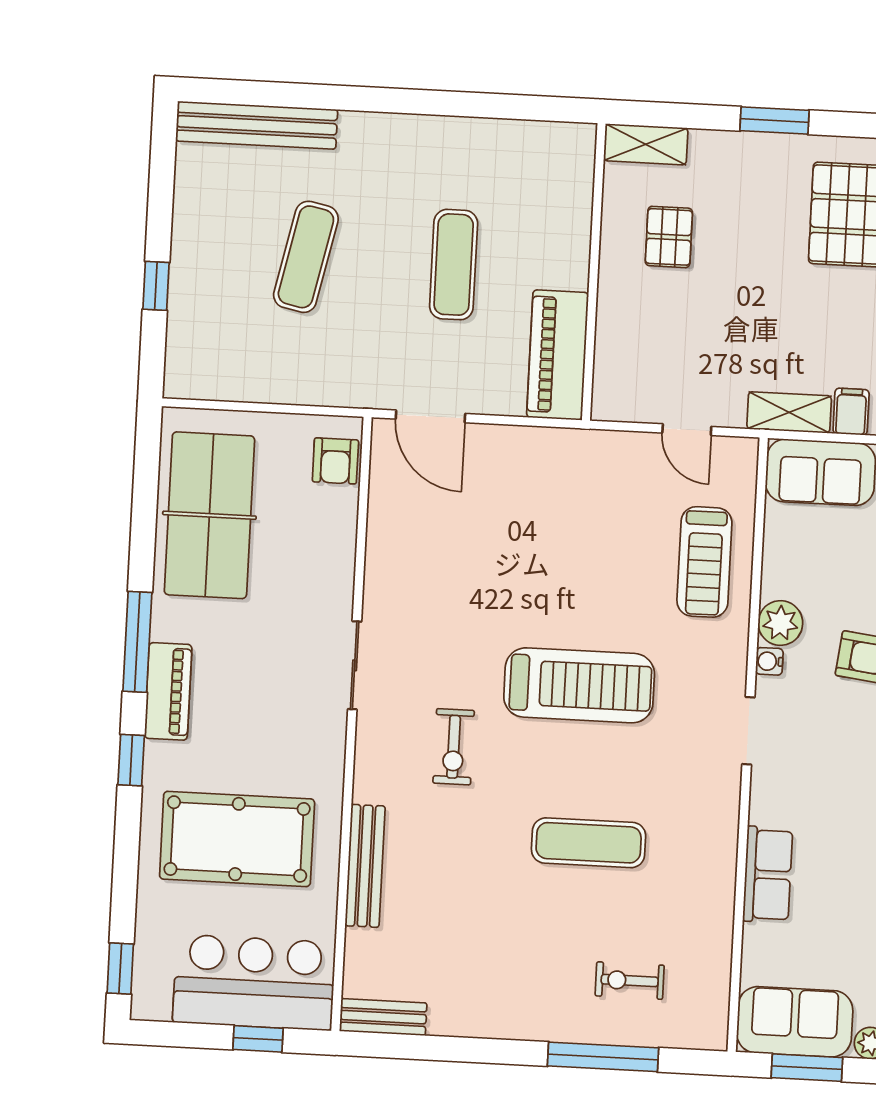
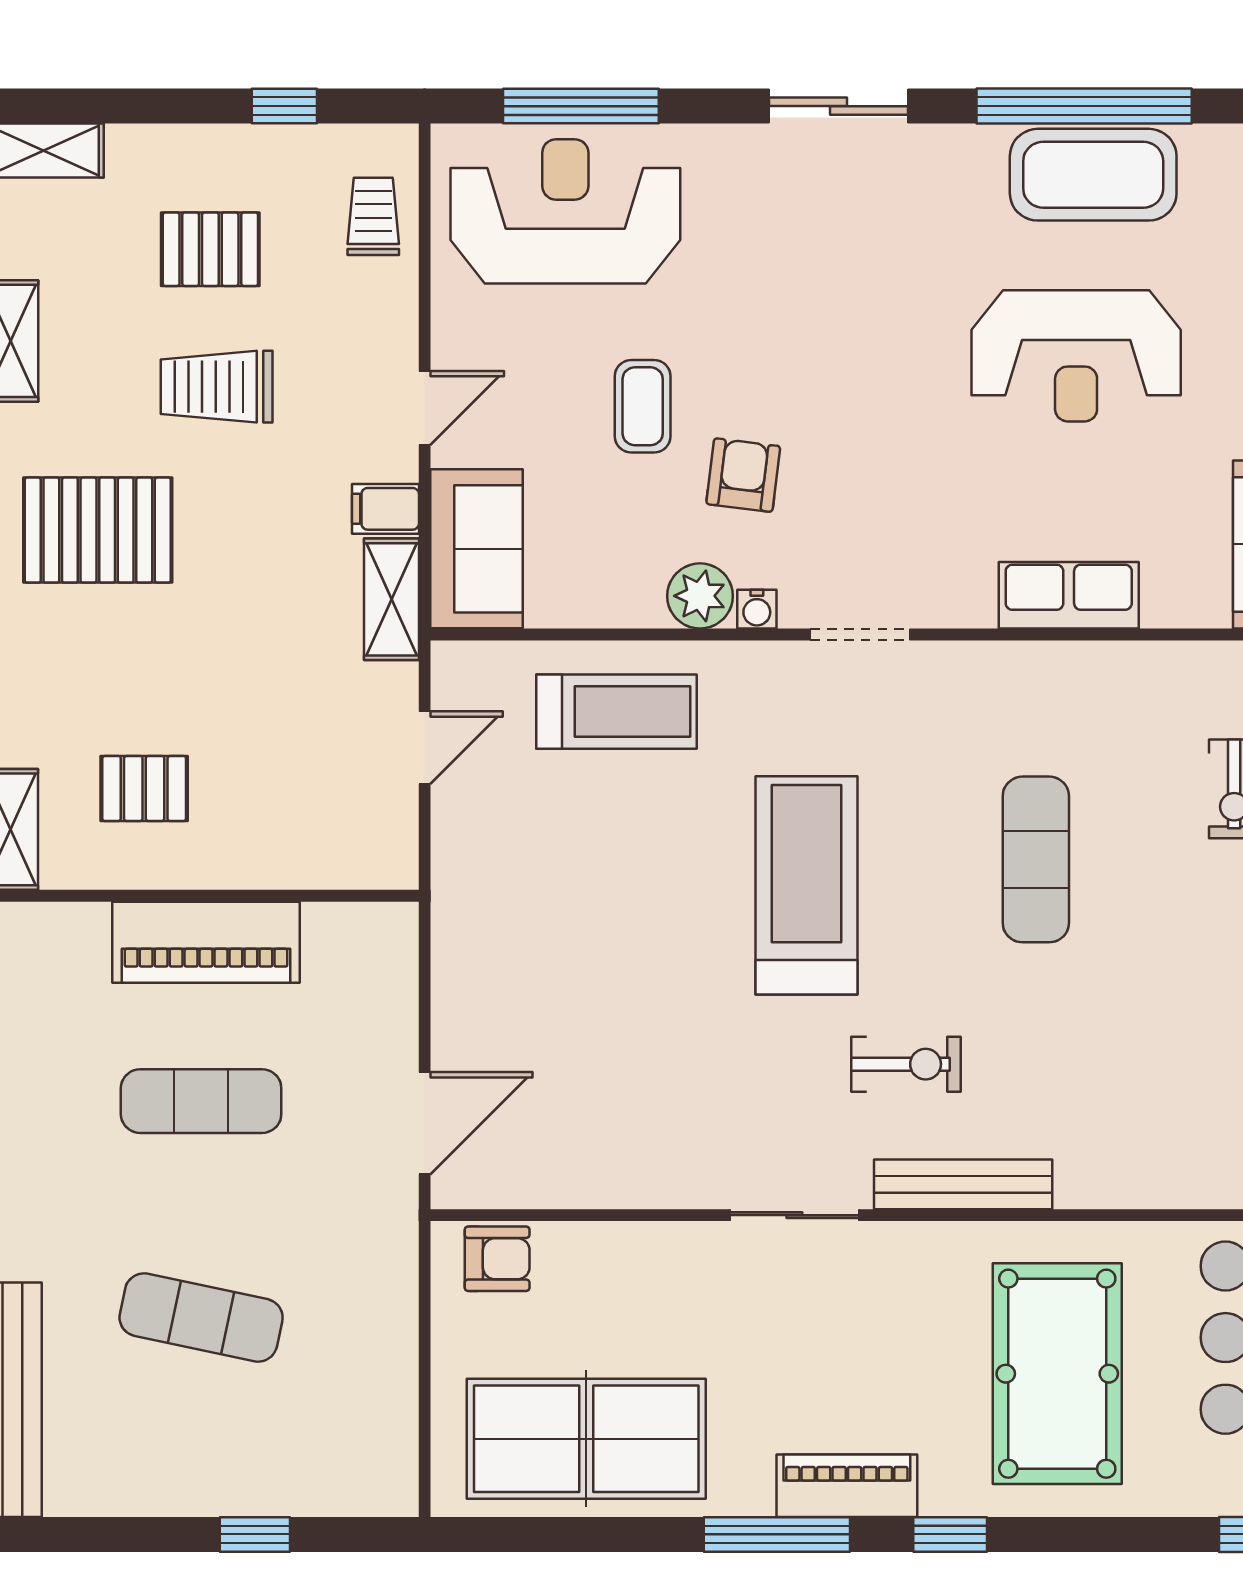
piano: (558, 355) -> (206, 942), moved
bench: (365, 866) -> (963, 1184), moved

